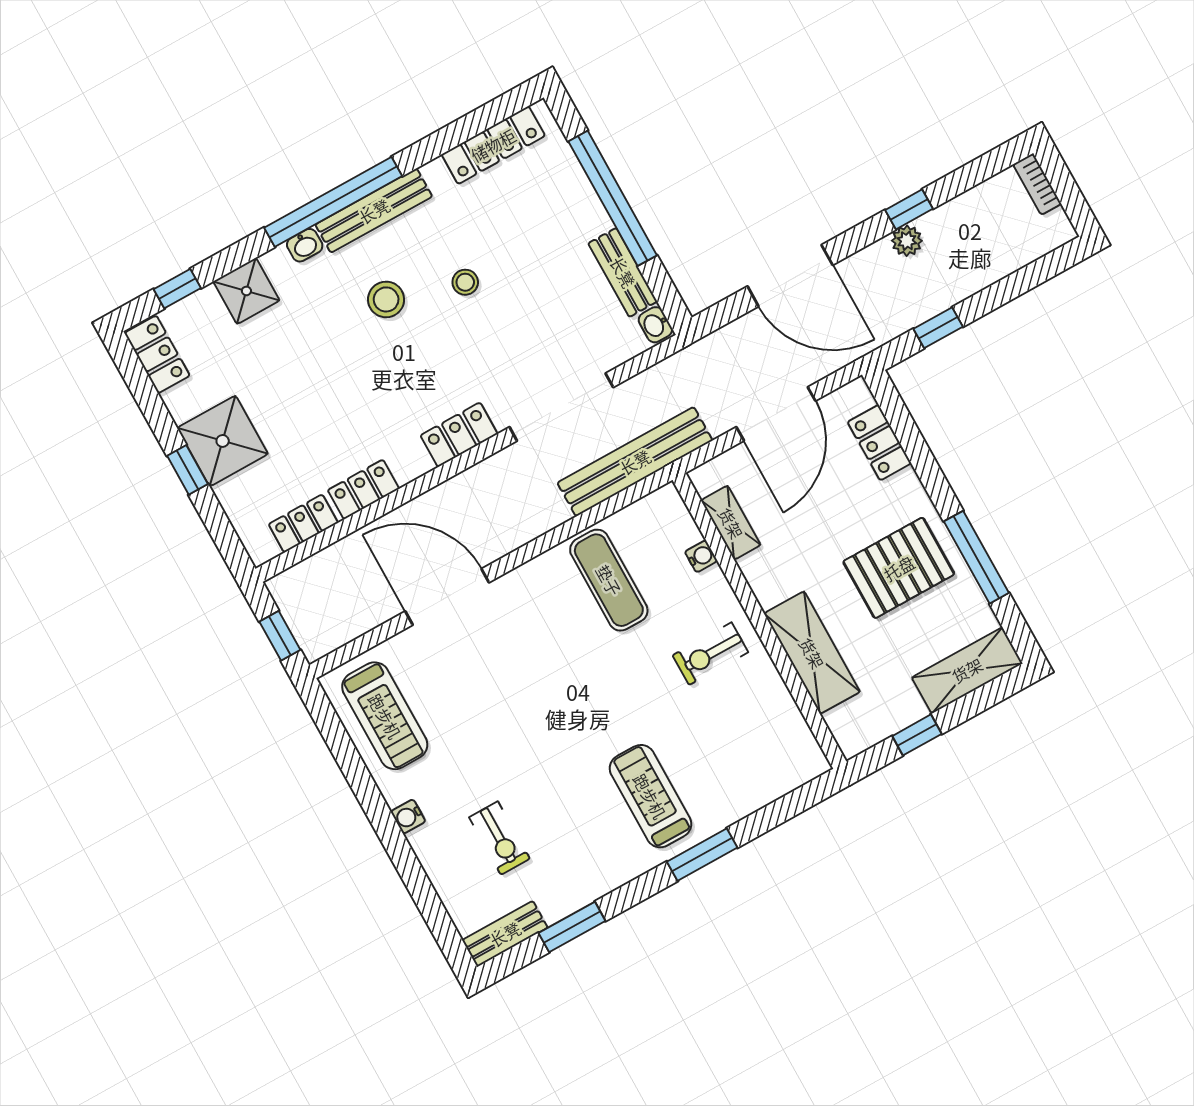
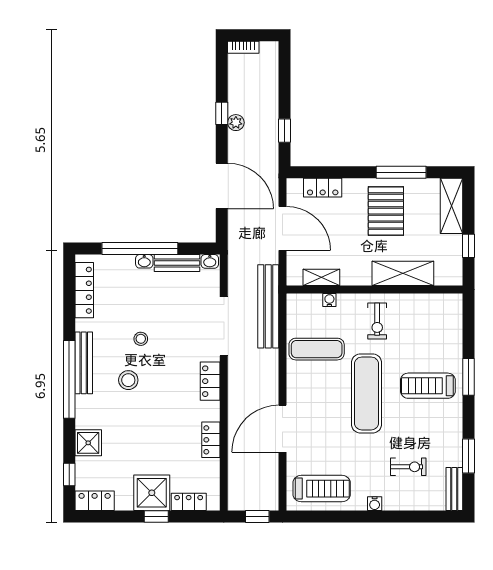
washbasin: (305, 245) -> (144, 261), moved, turned 90
door: (790, 276) -> (222, 186), hinge flipped
locker: (303, 523) -> (189, 502), moved, turned 90
exercise mat: (582, 703) -> (366, 393), added

